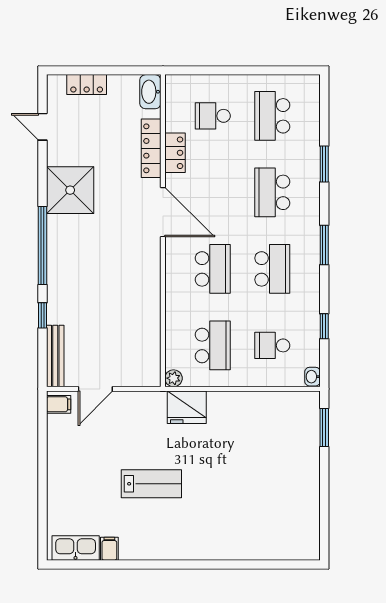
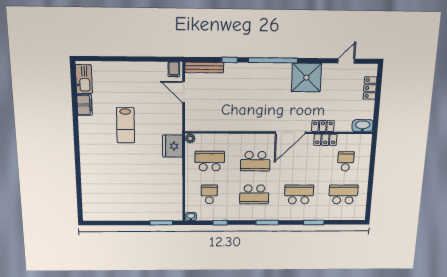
locker: (151, 148) -> (323, 126), width x0.66
school desk: (213, 345) -> (210, 161), turned 180
filing cabinet: (109, 549) -> (85, 105), width x2.00

